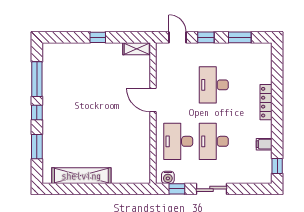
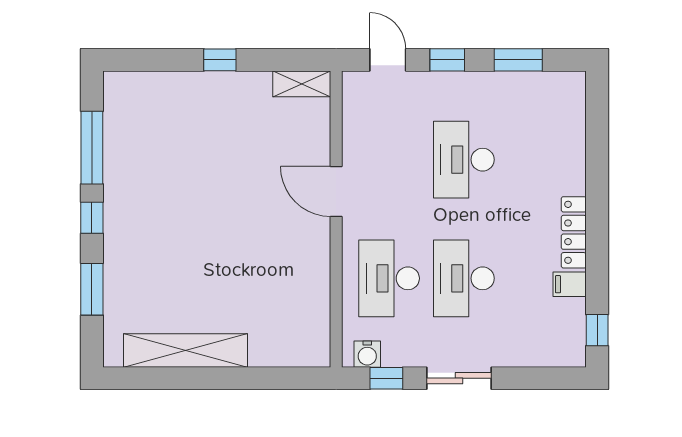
locker: (266, 102) -> (574, 232), moved

